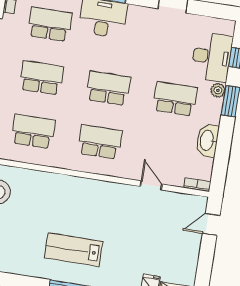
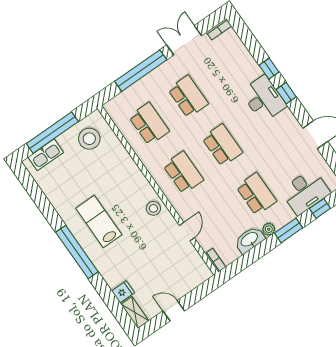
school desk: (50, 24) -> (227, 69), removed
plant: (218, 90) -> (269, 229), moved
stool: (106, 195) -> (153, 208), added
door: (211, 224) -> (174, 311), moved

